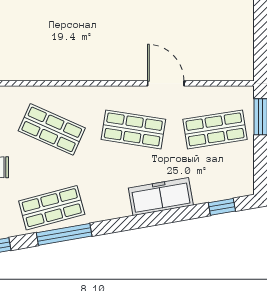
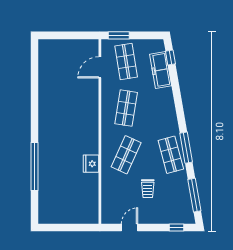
fridge: (36, 68) -> (91, 164), added
door: (166, 83) -> (100, 67), moved
freezer: (161, 197) -> (161, 70), moved

